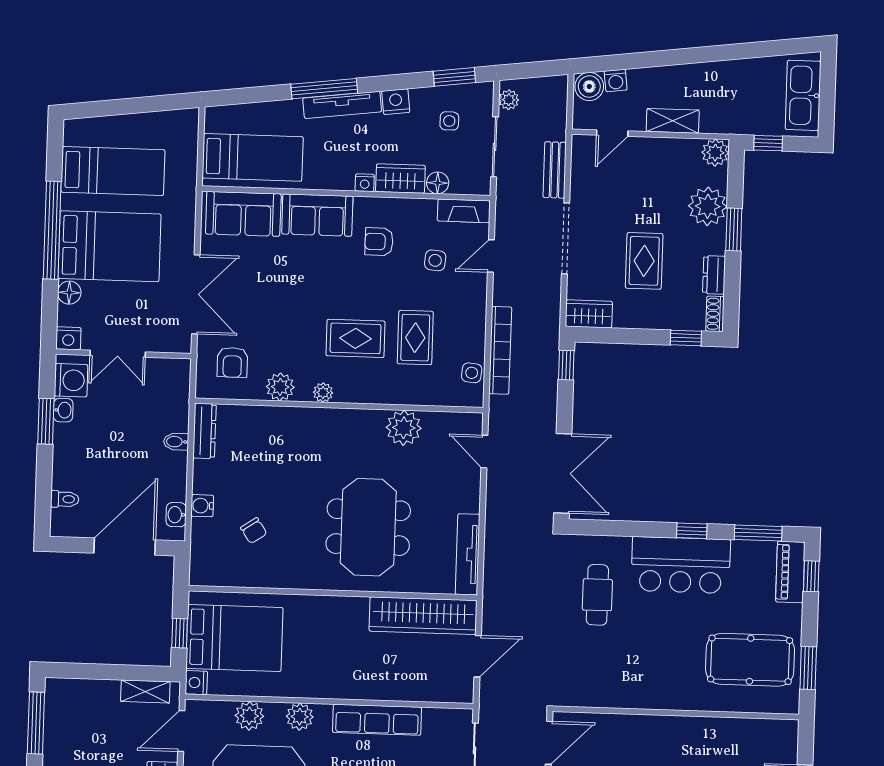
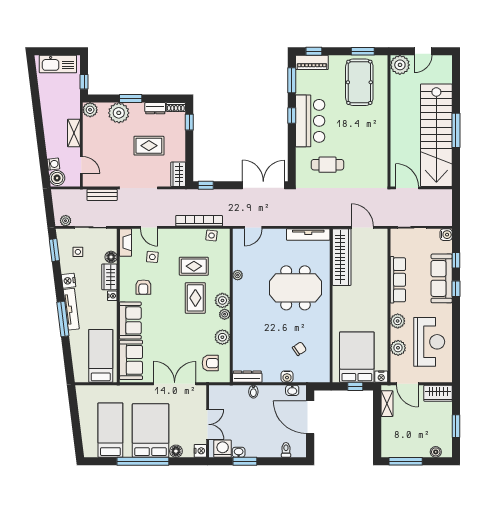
plant: (349, 389) -> (222, 300), added
plant: (404, 428) -> (238, 275), width x0.53, depth x0.53
plant: (780, 737) -> (400, 65), added

